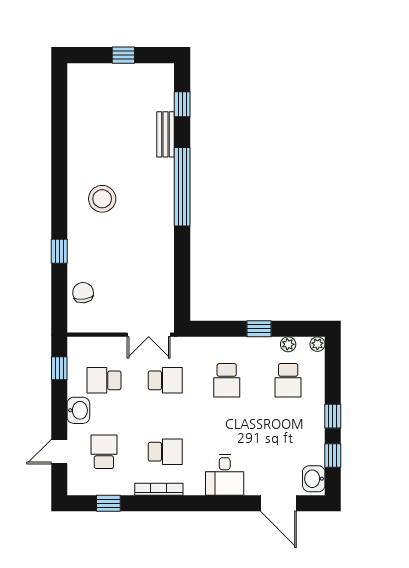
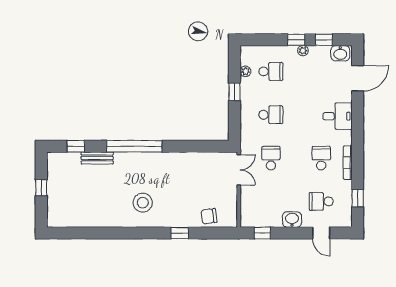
plant: (317, 344) -> (303, 51), moved
school desk: (104, 380) -> (271, 201), removed

